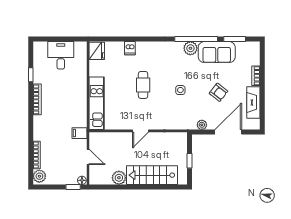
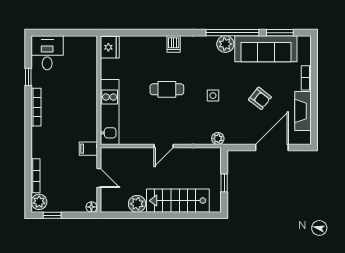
dishwasher: (130, 48) -> (174, 44), moved
sofa: (217, 52) -> (266, 49), width x1.36
desk: (61, 55) -> (47, 53), moved
cafe table: (143, 85) -> (167, 89), turned 90
plant: (202, 125) -> (218, 138), moved
window: (73, 187) -> (52, 215), moved

